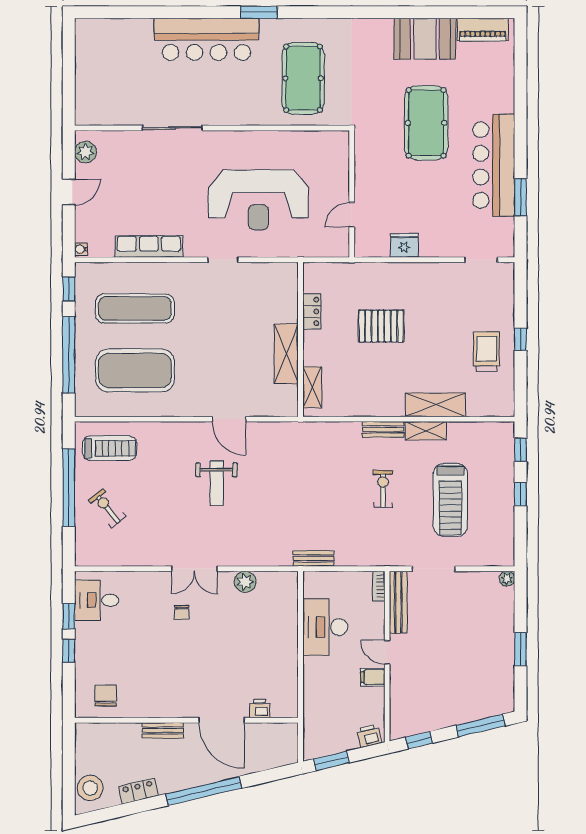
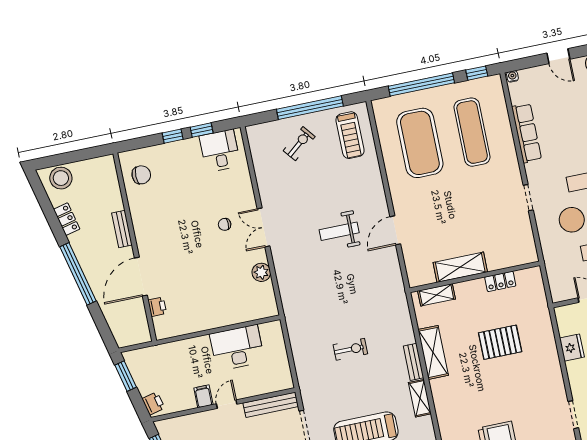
pallet: (381, 326) -> (500, 342), turned 90
shelving: (435, 405) -> (433, 352), moved
exercise bike: (383, 489) -> (350, 349), moved
bench: (314, 558) -> (293, 326), removed
bookcase: (379, 586) -> (281, 385), removed

